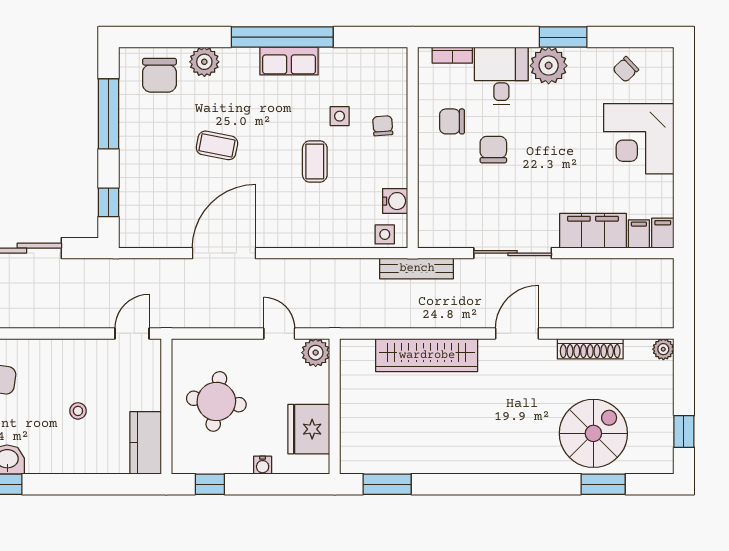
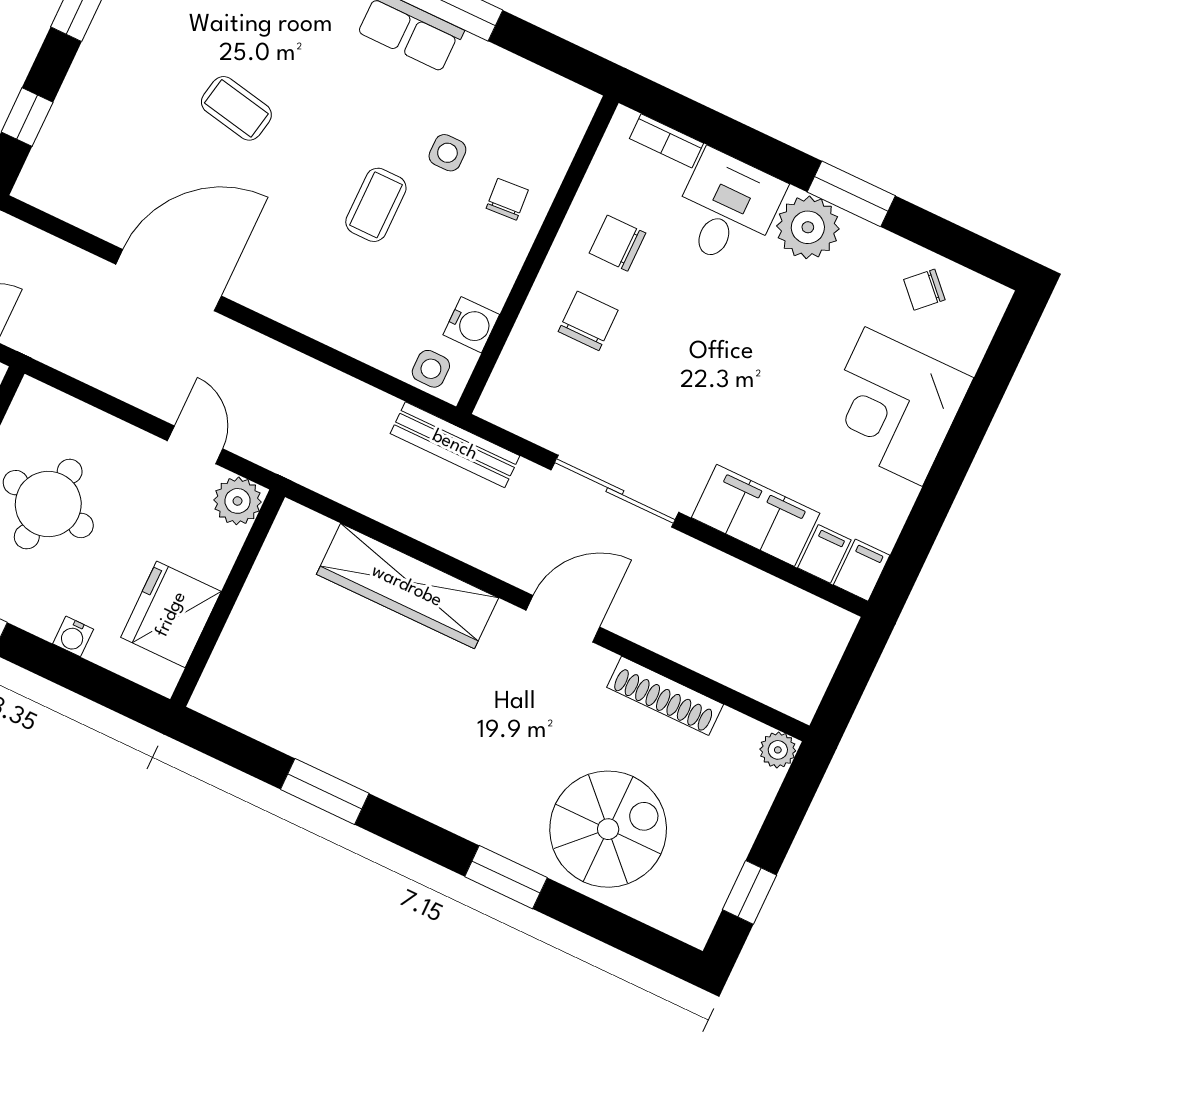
chair: (493, 150) -> (588, 321), moved
window: (387, 484) -> (325, 791), moved
window: (603, 484) -> (506, 877), moved

